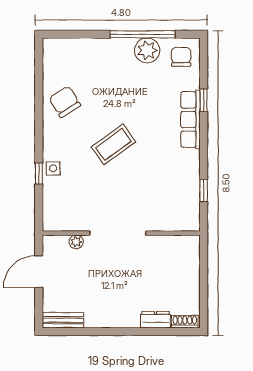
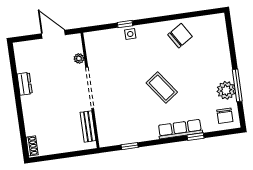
window: (143, 34) -> (237, 85), width x0.68
chair: (181, 57) -> (225, 116), turned 90
coffee table: (114, 144) -> (162, 88), moved
bench: (63, 320) -> (88, 126), moved
dresser: (155, 320) -> (25, 84), moved

